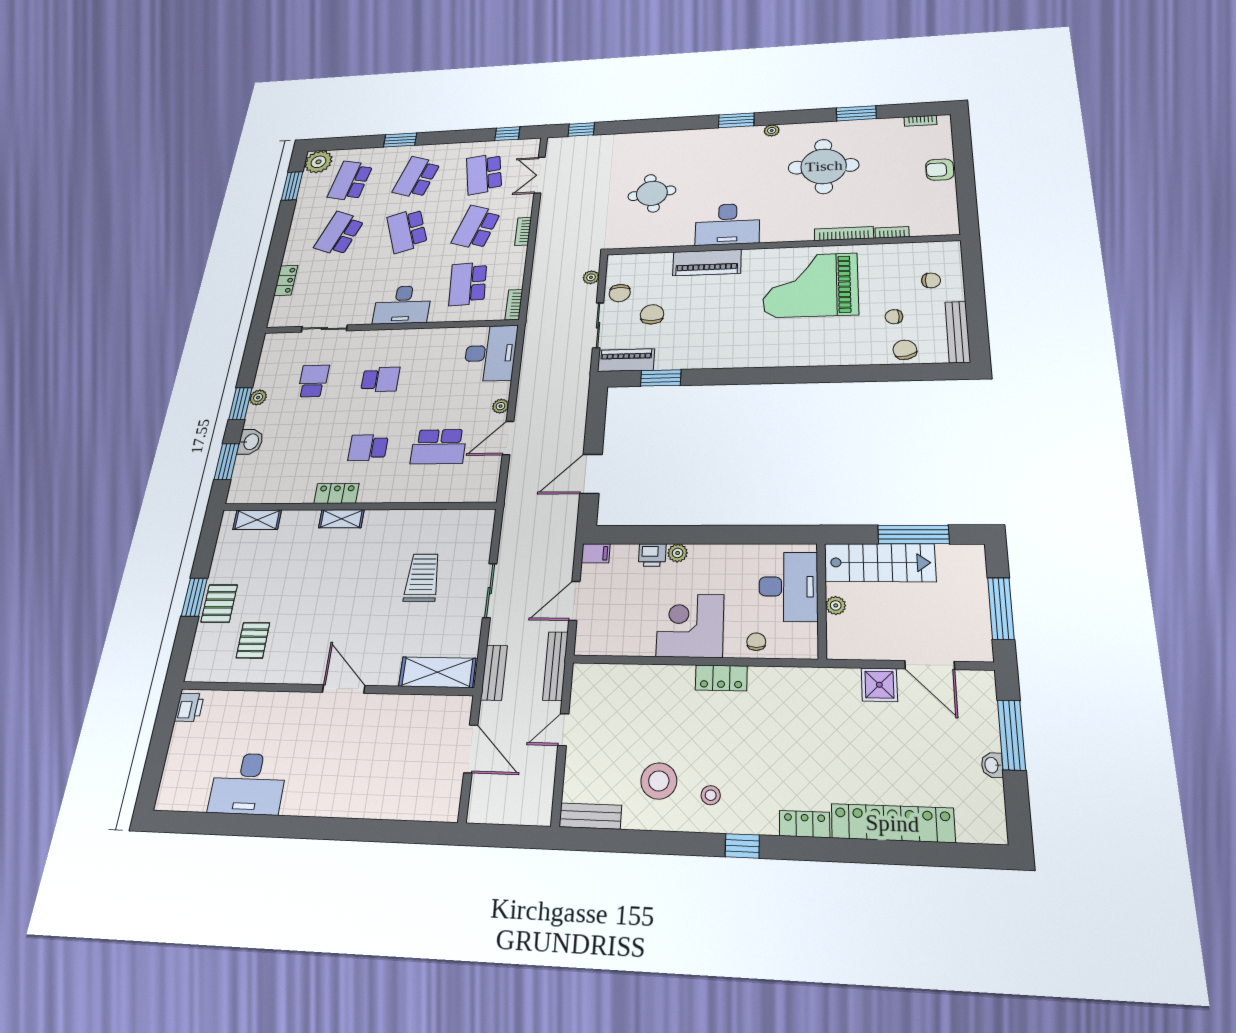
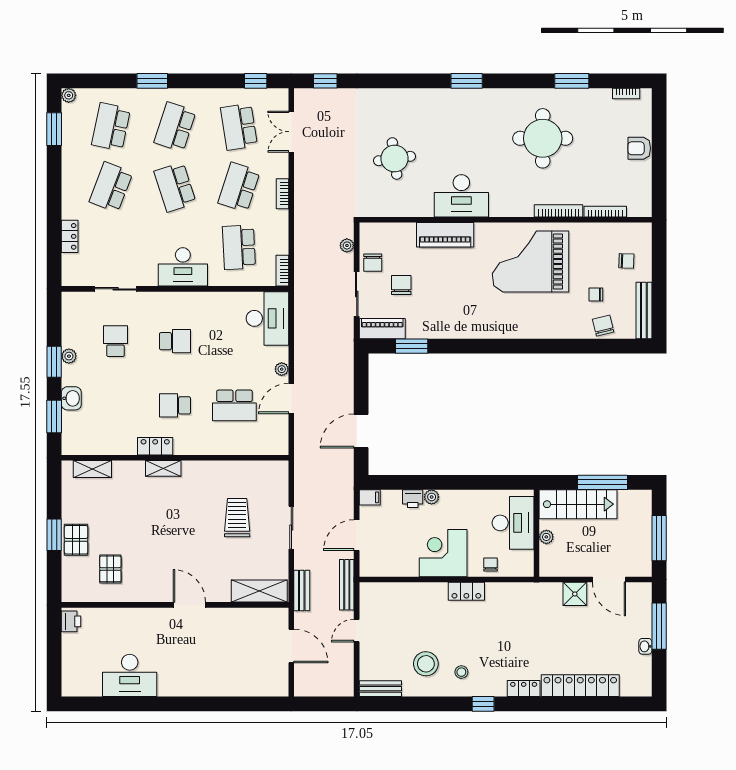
plant: (772, 130) -> (498, 95), removed
plant: (318, 162) -> (69, 95), width x0.53, depth x0.53
bookcase: (892, 232) -> (605, 212), width x1.56

